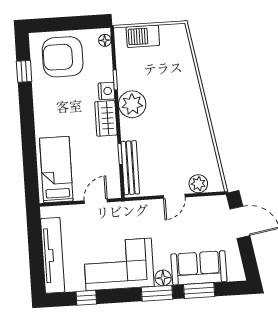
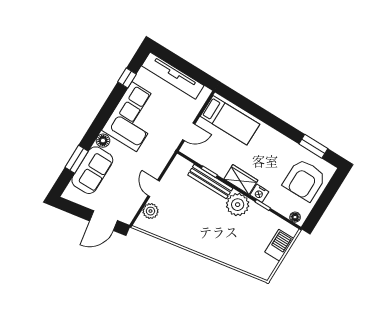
armchair: (63, 57) -> (304, 180), turned 180
window: (24, 71) -> (313, 146), width x1.50
bench: (130, 168) -> (210, 182), moved
door: (96, 201) -> (189, 132), hinge flipped
window: (157, 293) -> (95, 129), removed

